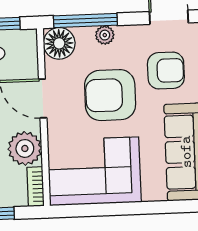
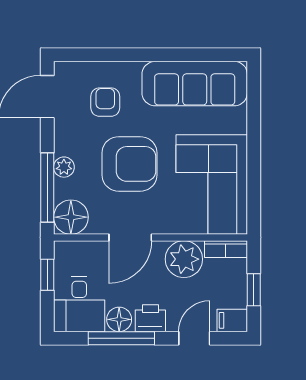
armchair: (166, 71) -> (105, 102), width x0.72, depth x0.72
armchair: (110, 95) -> (129, 164), turned -90

